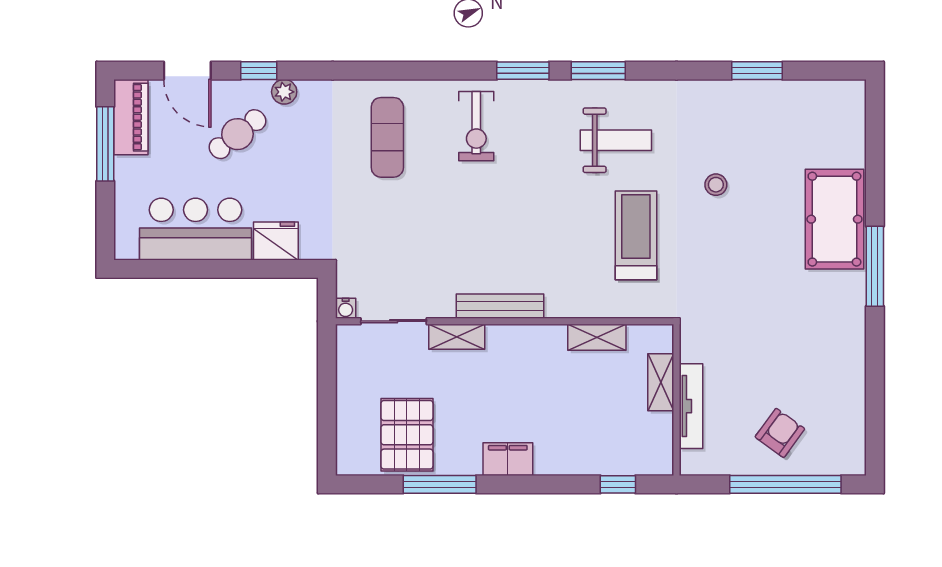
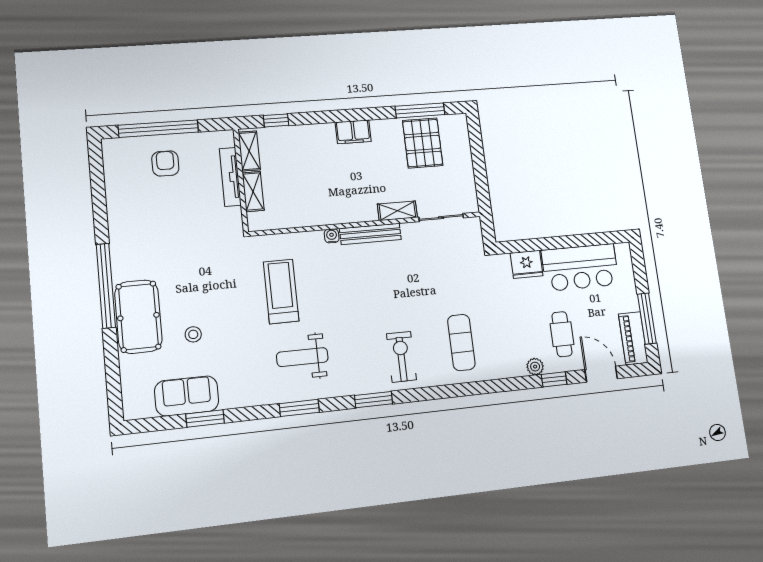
window: (598, 71) -> (299, 408), moved
sofa: (779, 104) -> (187, 396), added
cafe table: (237, 134) -> (562, 334), turned -52
stool: (716, 185) -> (193, 334), moved
treadmill: (636, 235) -> (281, 291), turned 180
window: (875, 266) -> (106, 286), width x1.46
water cooler: (346, 308) -> (332, 236), moved
shelving: (597, 337) -> (249, 151), moved, turned 90
armchair: (780, 433) -> (165, 163), turned 144
window: (440, 484) -> (420, 110), moved

